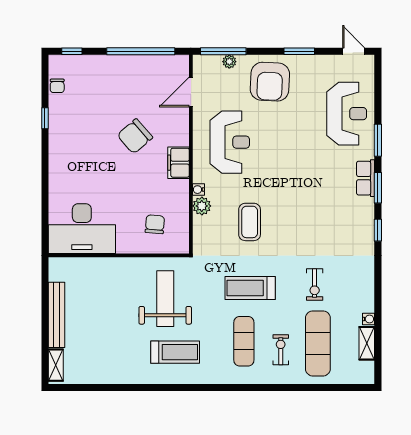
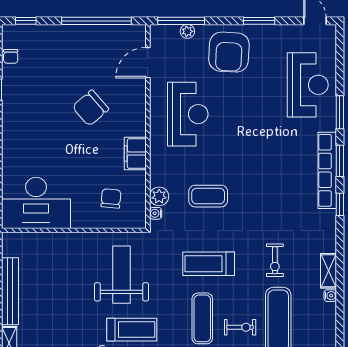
filing cabinet: (179, 163) -> (135, 154), moved
row of seats: (366, 178) -> (327, 170), width x2.02
water cooler: (198, 190) -> (156, 213), moved
plant: (202, 206) -> (159, 196), moved
coffee table: (250, 222) -> (208, 196), turned 90
shelving: (367, 343) -> (328, 271), moved
exercise bike: (281, 350) -> (240, 327), turned 90

